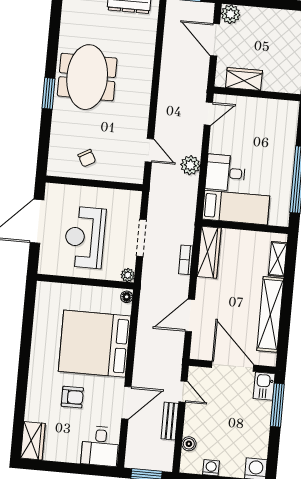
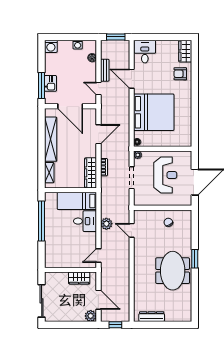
kitchen sink: (264, 386) -> (50, 83), moved
armchair: (72, 397) -> (180, 74), moved
door: (126, 403) -> (132, 79), hinge flipped

